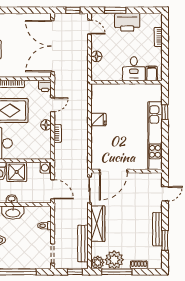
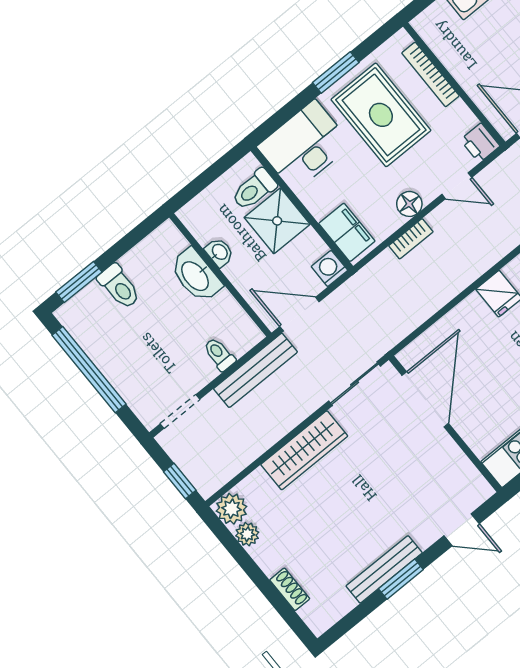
filing cabinet: (39, 152) -> (347, 232), added
door: (113, 171) -> (425, 399), swing flipped
door: (53, 189) -> (299, 314), swing flipped
window: (165, 240) -> (401, 579), moved
bench: (83, 244) -> (255, 370), moved
plant: (114, 260) -> (247, 534), width x0.53, depth x0.53
window: (117, 272) -> (243, 559), removed

